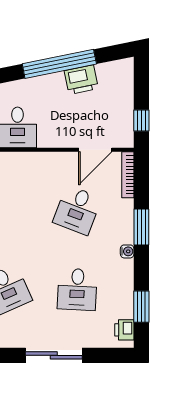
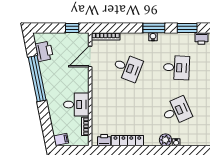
printer: (81, 80) -> (44, 51), moved
door: (95, 150) -> (90, 56), swing flipped
window: (141, 227) -> (154, 28), moved

